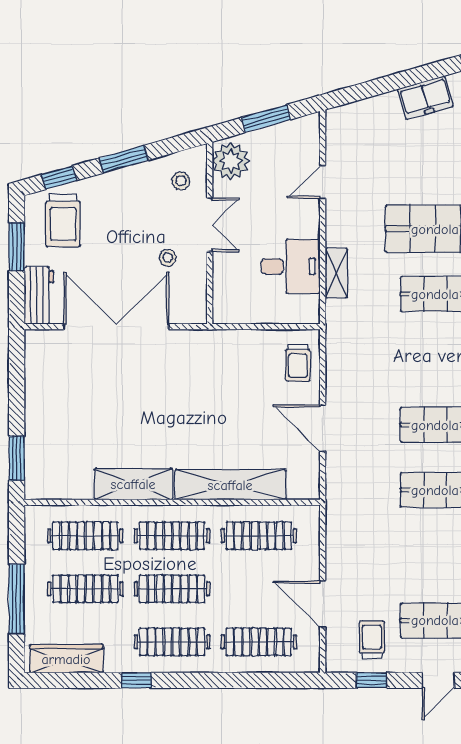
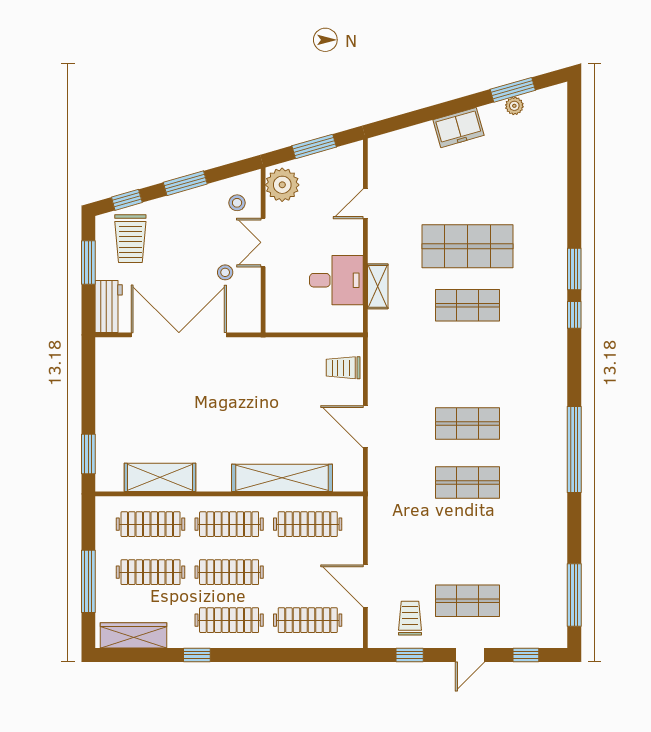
double door: (210, 225) -> (263, 242), swing flipped
trolley: (298, 363) -> (343, 368), turned 90
shelving: (133, 484) -> (160, 477), moved

